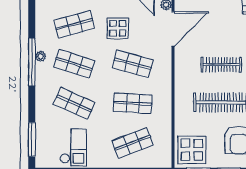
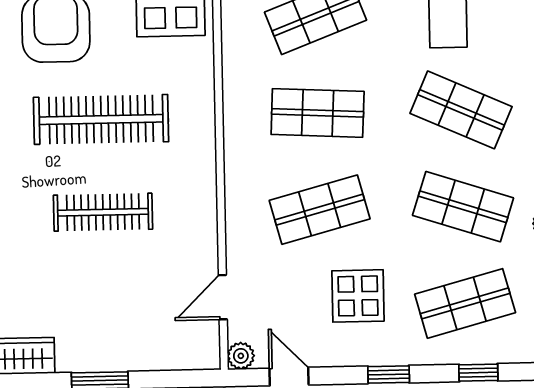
door: (173, 29) -> (223, 297), width x0.53
shop shelf: (133, 64) -> (320, 210), turned -30

